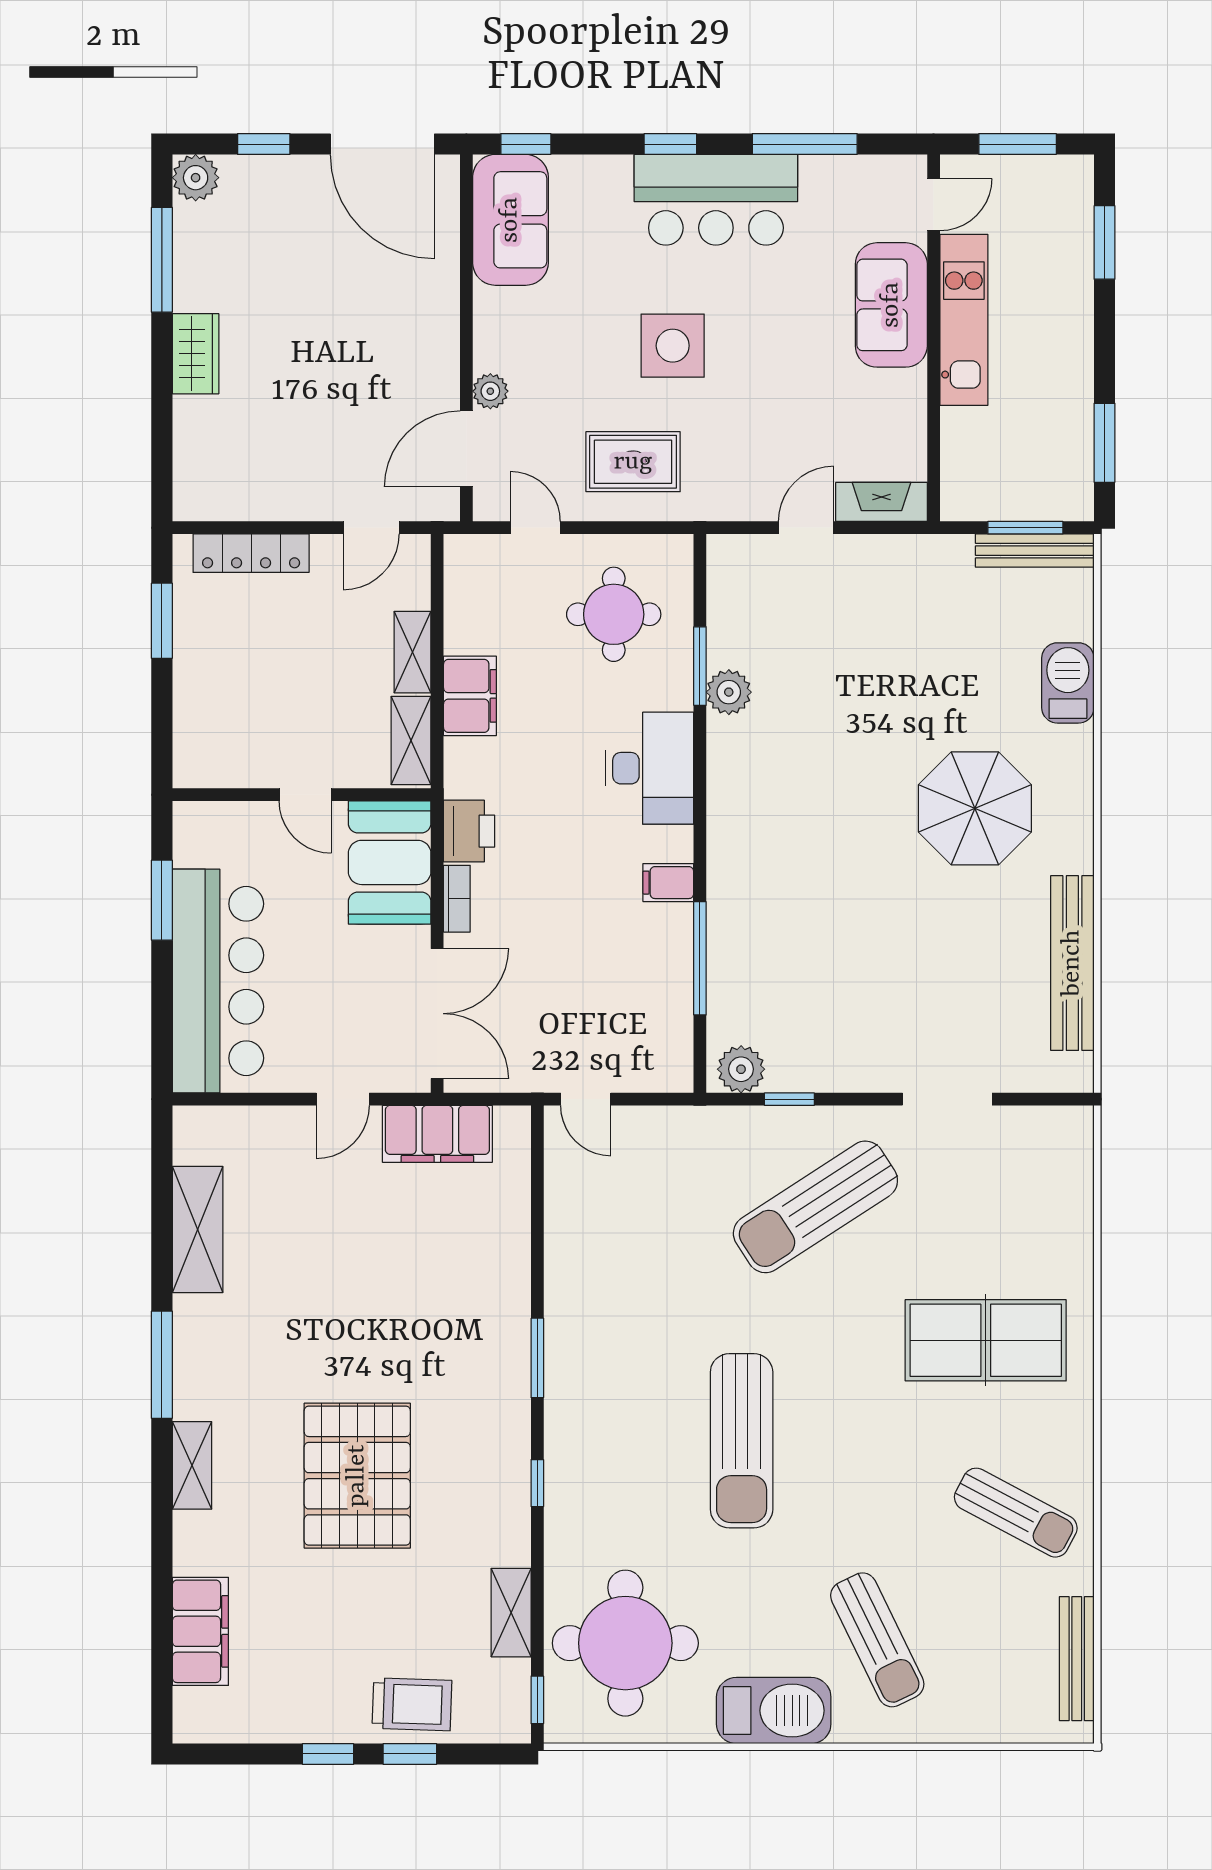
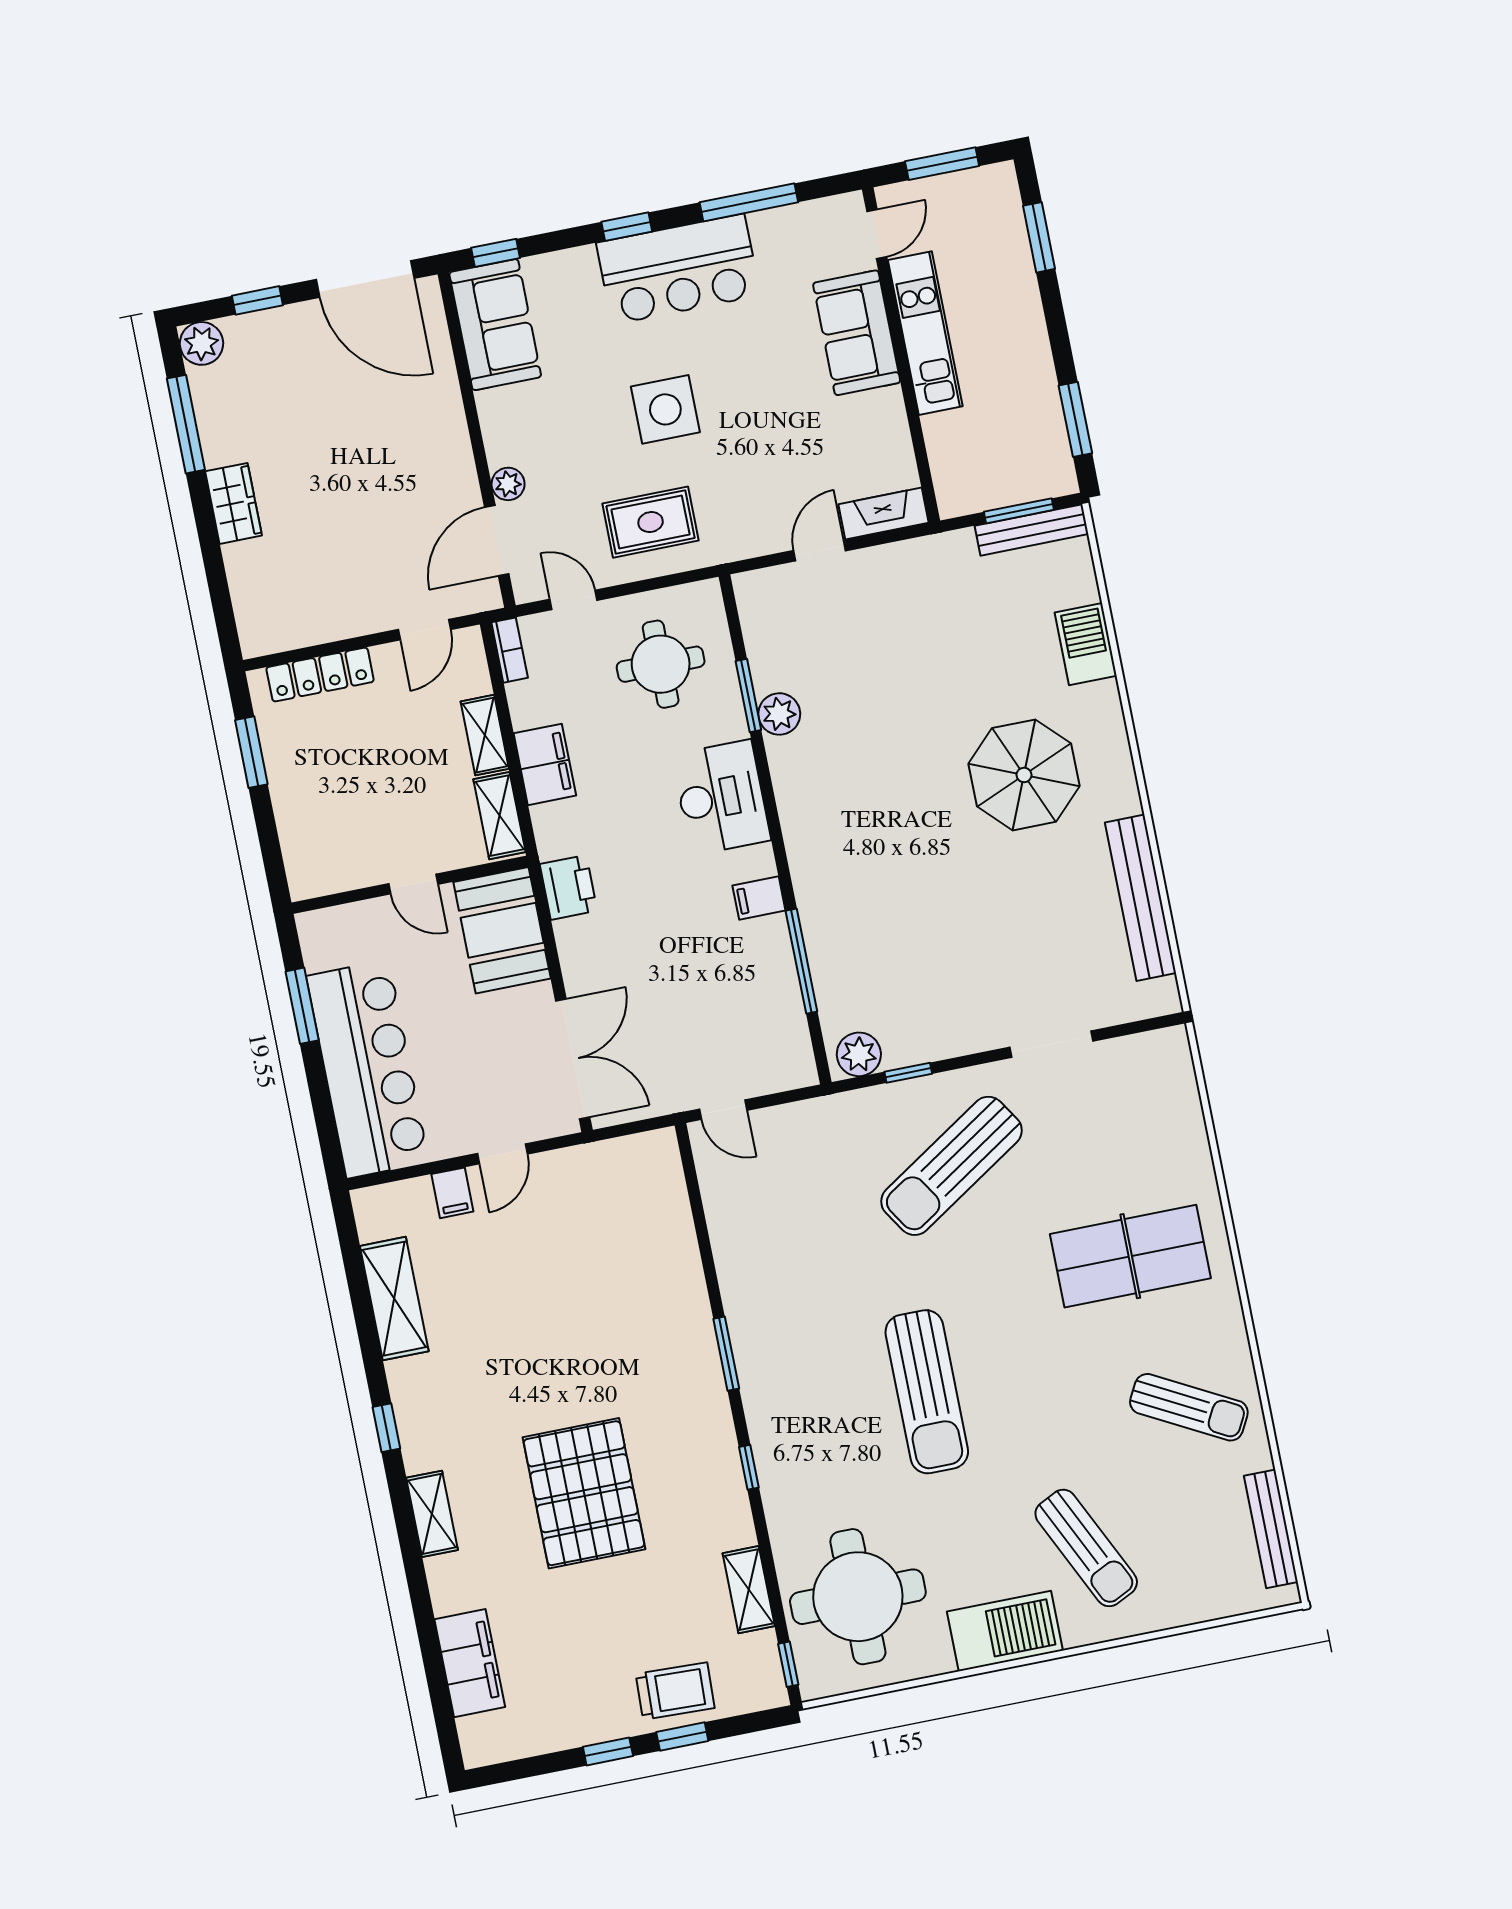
bookcase: (457, 899) -> (510, 650), moved
filing cabinet: (437, 1134) -> (452, 1193), moved, width x0.33, depth x0.86
window: (162, 1365) -> (386, 1428), width x0.46

